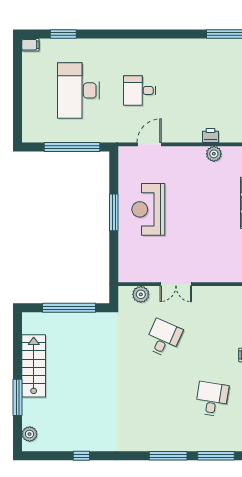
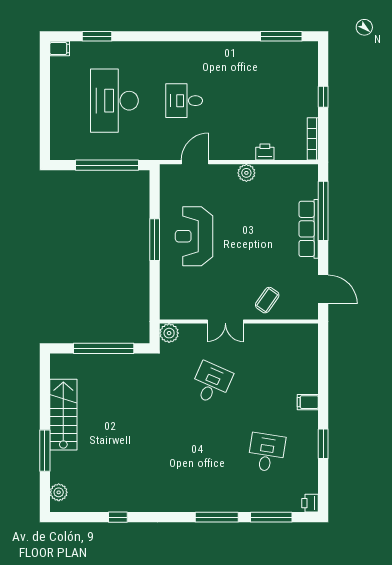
plant: (214, 154) -> (246, 173), moved
coffee table: (212, 265) -> (267, 300), added
plant: (141, 294) -> (169, 333), moved

